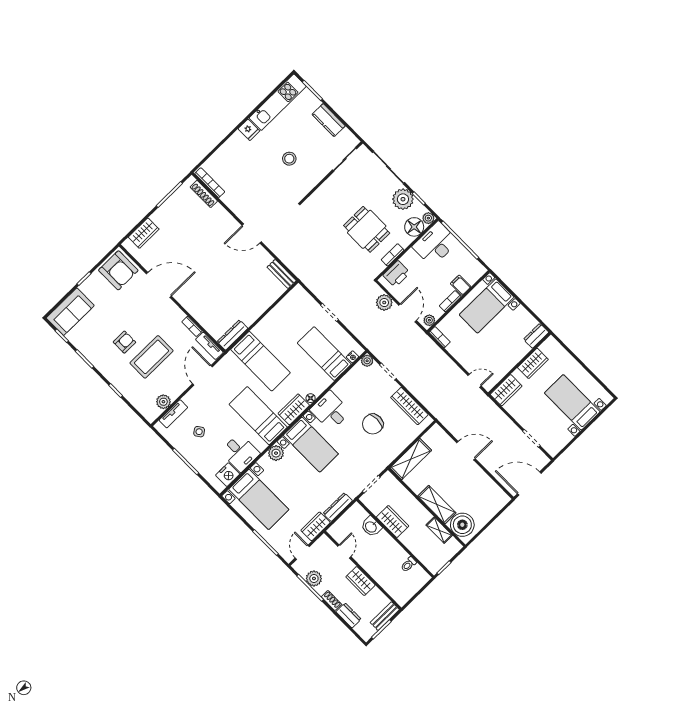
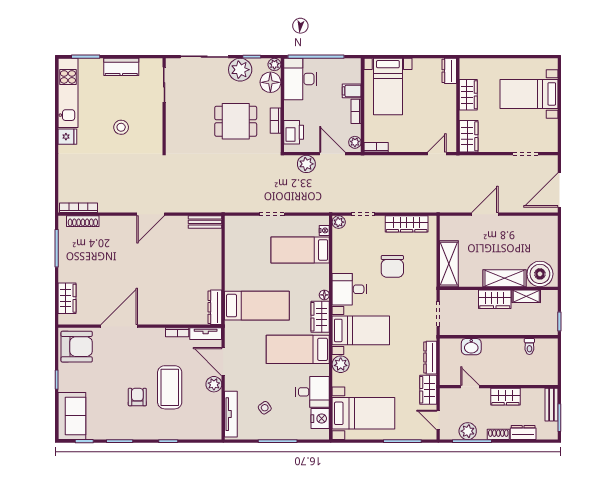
plant: (163, 402) -> (214, 384), moved
tv unit: (173, 414) -> (231, 414), width x1.41
wardrobe: (393, 522) -> (495, 299), moved, turned 180

